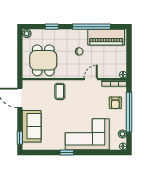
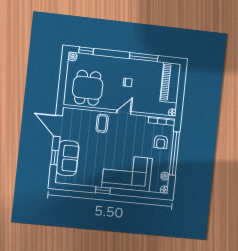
window: (52, 27) -> (86, 51), moved
window: (91, 27) -> (144, 57), width x0.68
piano: (106, 37) -> (170, 83), moved, turned 90
door: (91, 79) -> (124, 112), moved
window: (20, 138) -> (55, 158), moved

